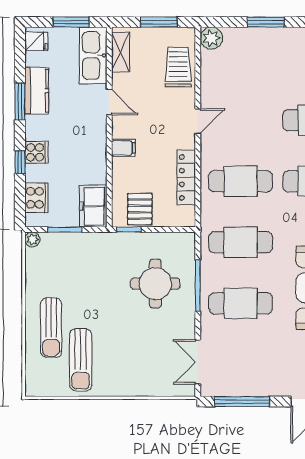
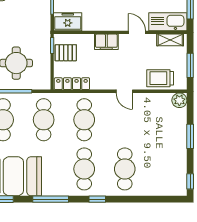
trolley: (178, 67) -> (160, 78), turned 180
door: (109, 102) -> (137, 32), swing flipped
filing cabinet: (123, 148) -> (106, 42), width x2.00
locker: (186, 177) -> (72, 84), moved

